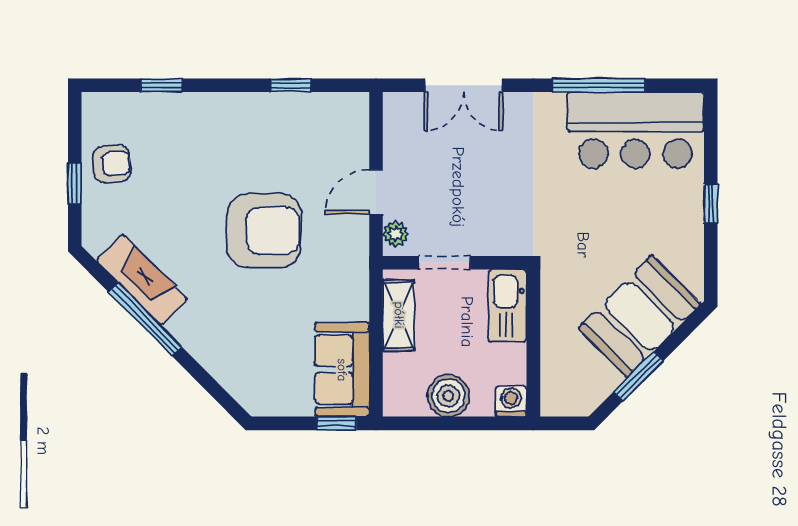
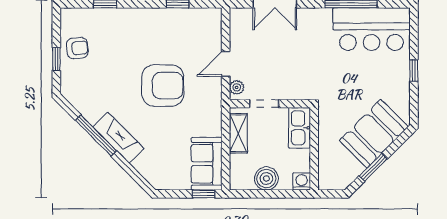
fireplace: (142, 280) -> (118, 138), moved

